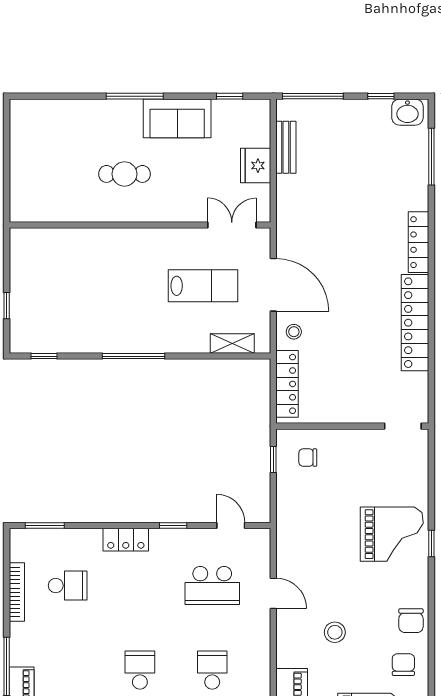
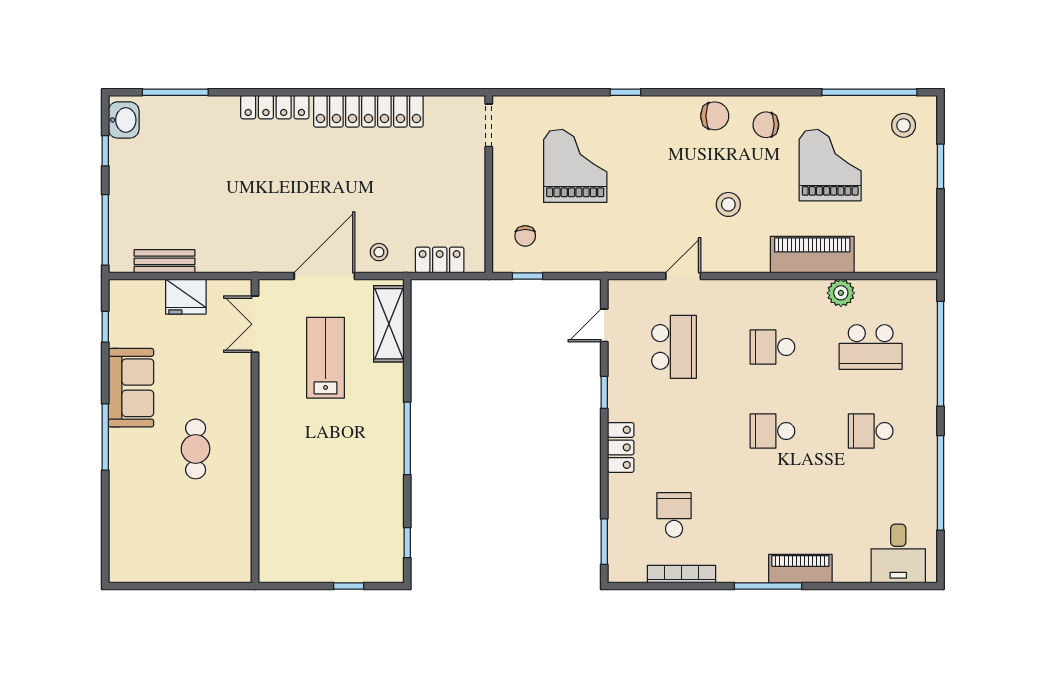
shelving: (232, 343) -> (389, 324), width x1.50, depth x1.33
locker: (287, 384) -> (440, 260), width x0.66
grand piano: (392, 534) -> (575, 166), moved

